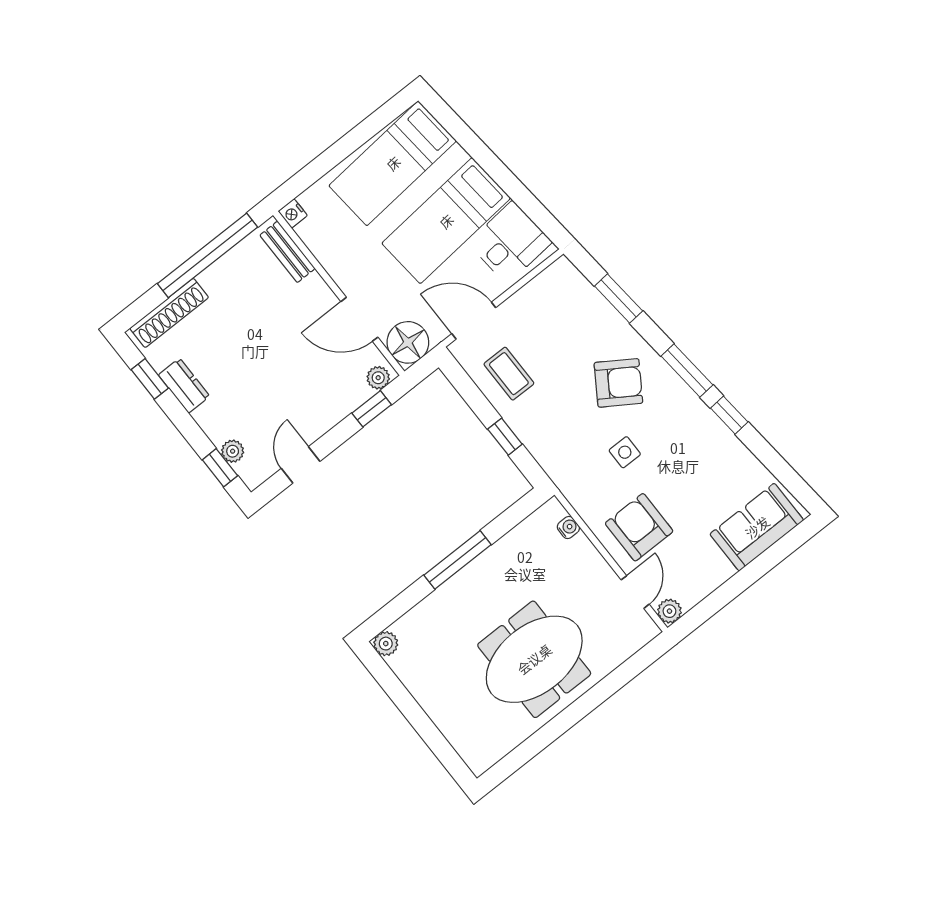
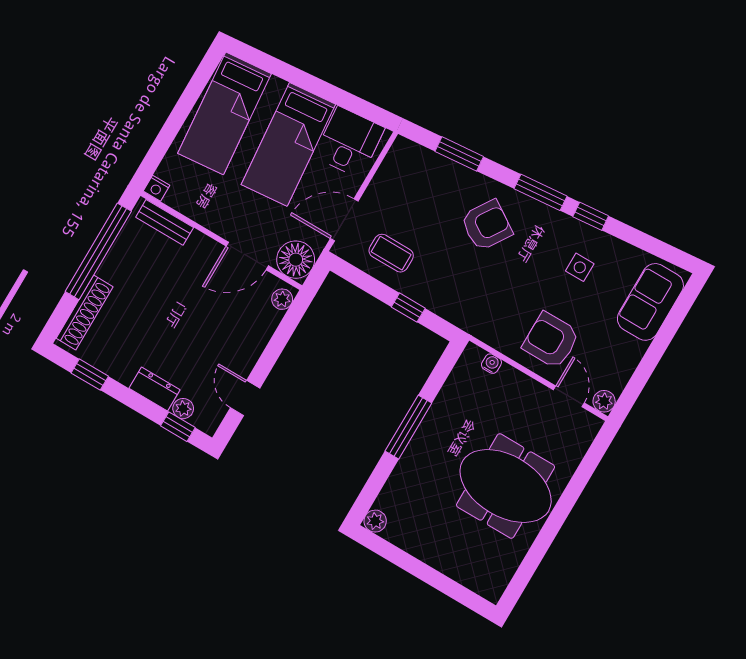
dresser: (184, 386) -> (155, 389), moved
window: (372, 409) -> (287, 327), removed
side table: (625, 452) -> (580, 267), moved
meeting table: (534, 659) -> (506, 486), turned 90

